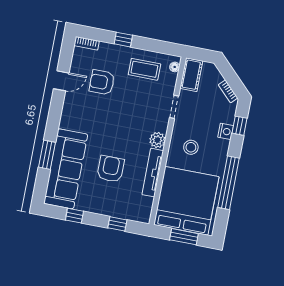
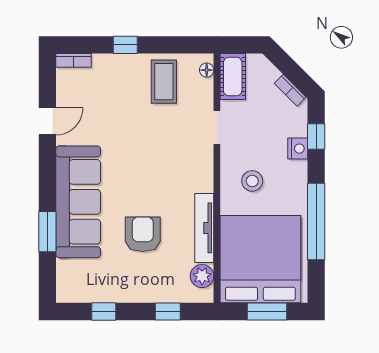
coffee table: (144, 69) -> (164, 82), turned 90
armchair: (102, 82) -> (106, 112), removed
plant: (157, 140) -> (202, 276), moved
sofa: (66, 169) -> (78, 202), moved

